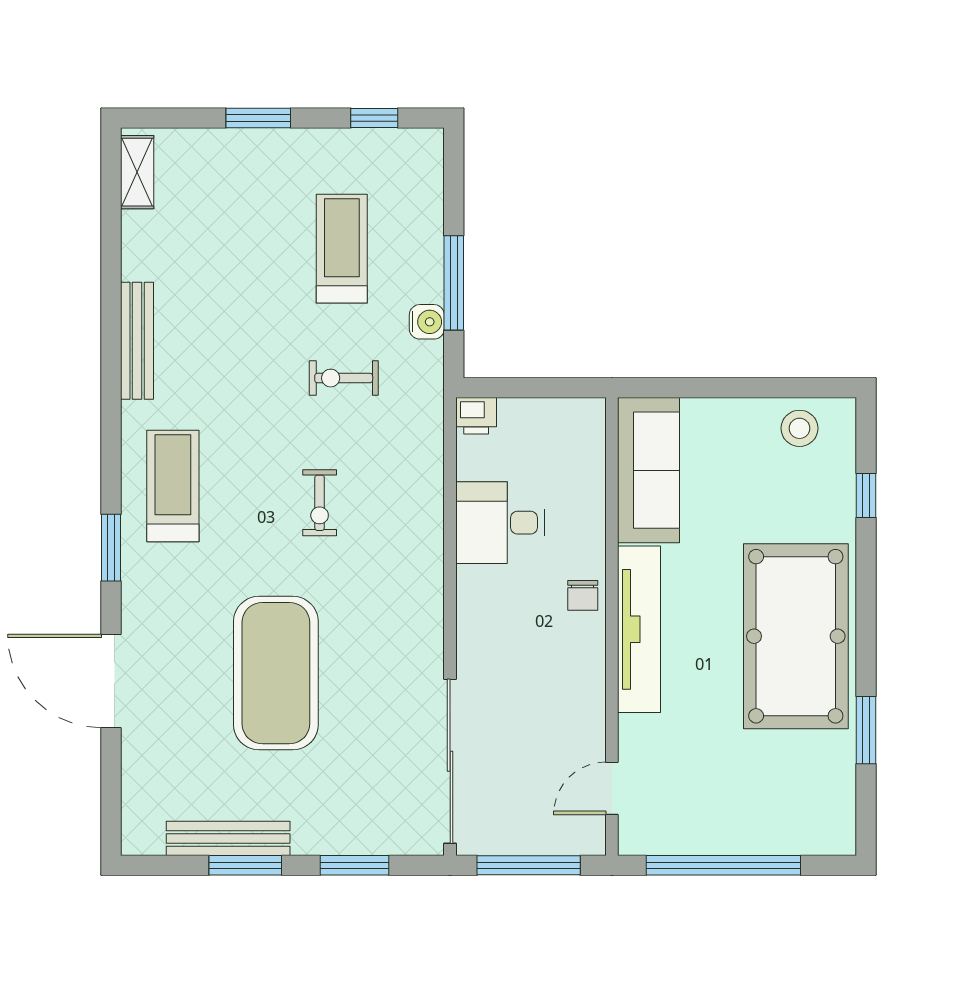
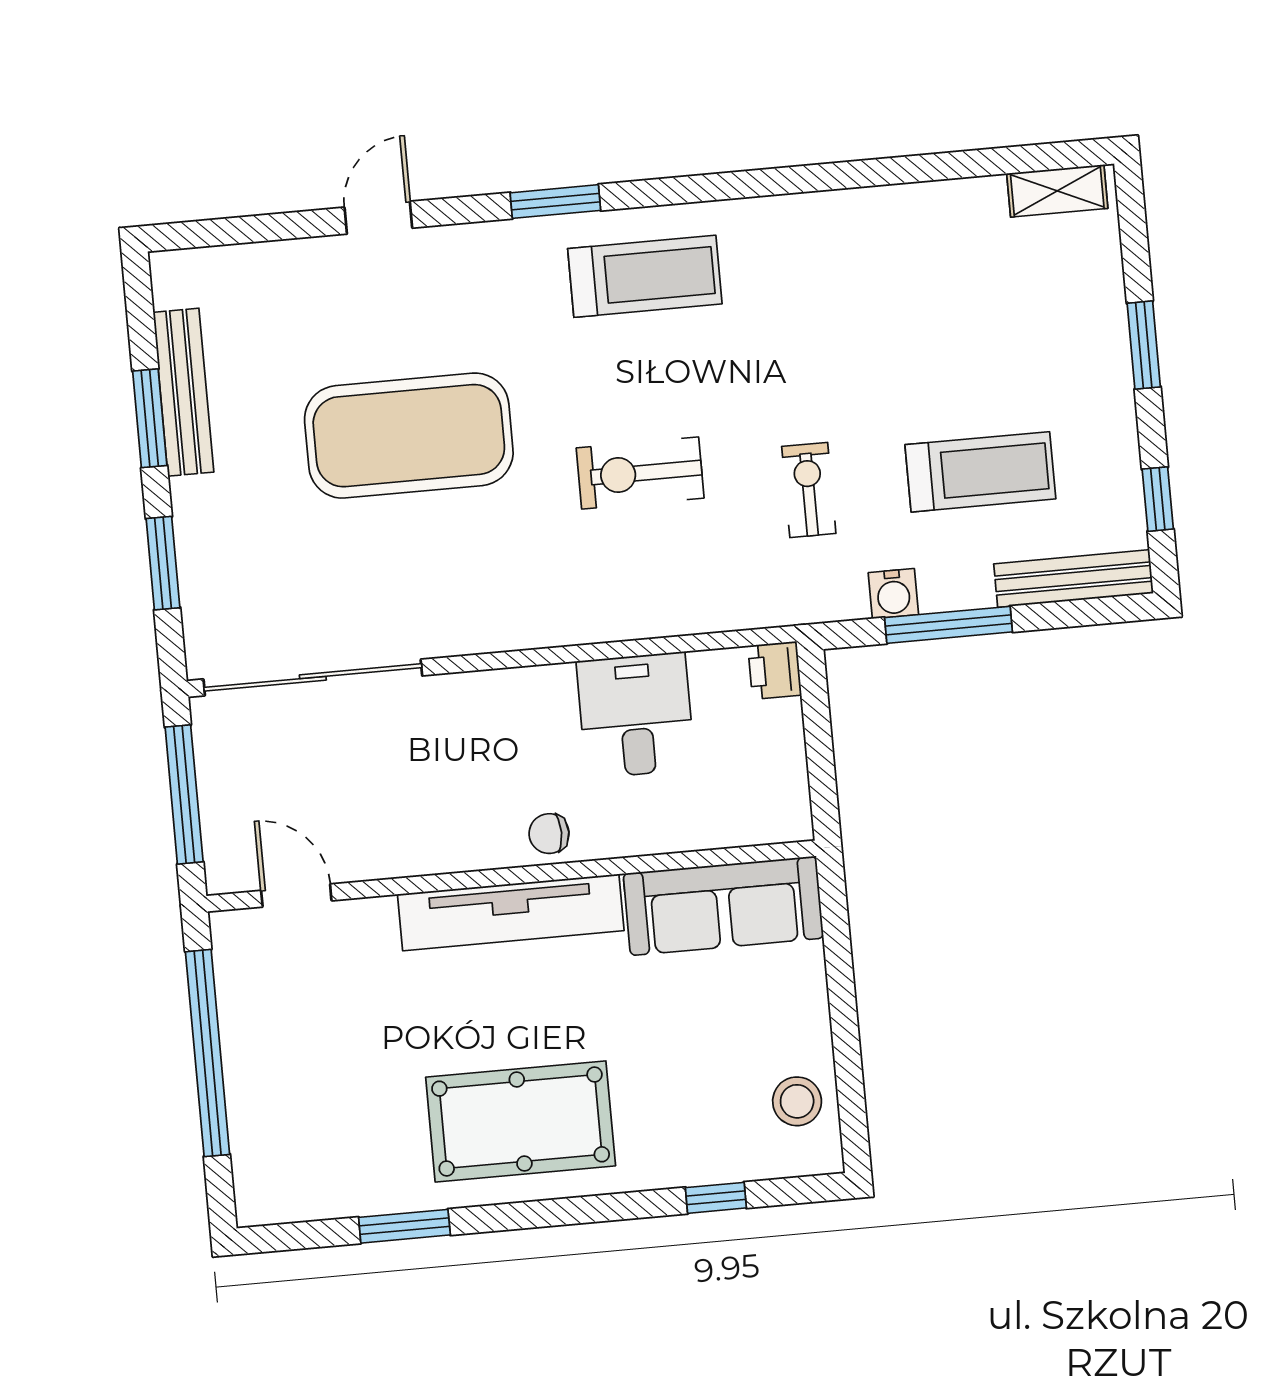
bench: (137, 341) -> (1074, 579), moved
exercise bike: (320, 503) -> (640, 473), width x1.38, depth x1.39
pool table: (796, 636) -> (521, 1121), width x0.73, depth x0.76
door: (111, 681) -> (378, 218), width x0.53

